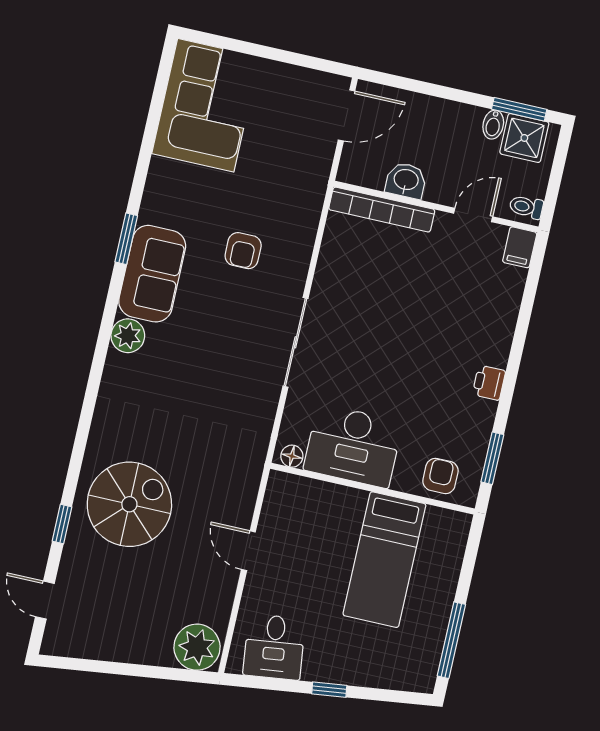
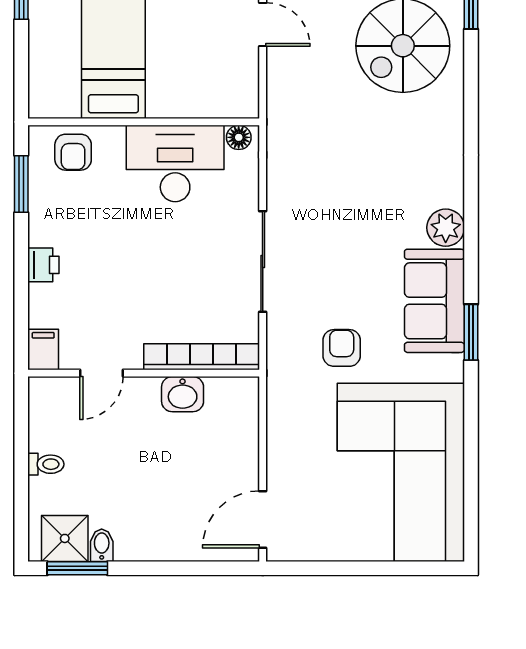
corner sofa: (206, 105) -> (401, 472), width x1.36, depth x1.36
washbasin: (406, 180) -> (183, 394), moved
wall: (436, 207) -> (144, 373), moved
bookcase: (382, 210) -> (202, 357), moved
door: (473, 215) -> (101, 373), moved
filing cabinet: (520, 247) -> (43, 350), moved

